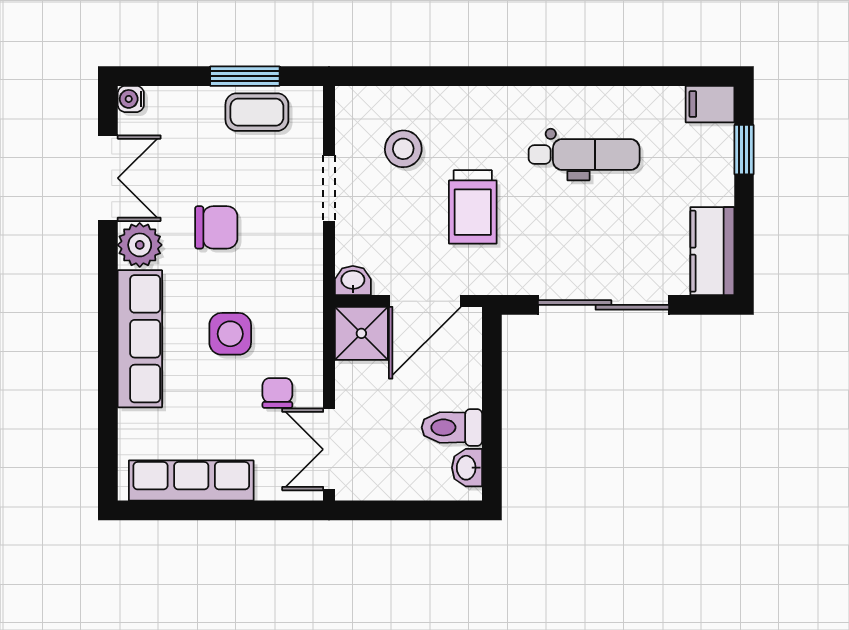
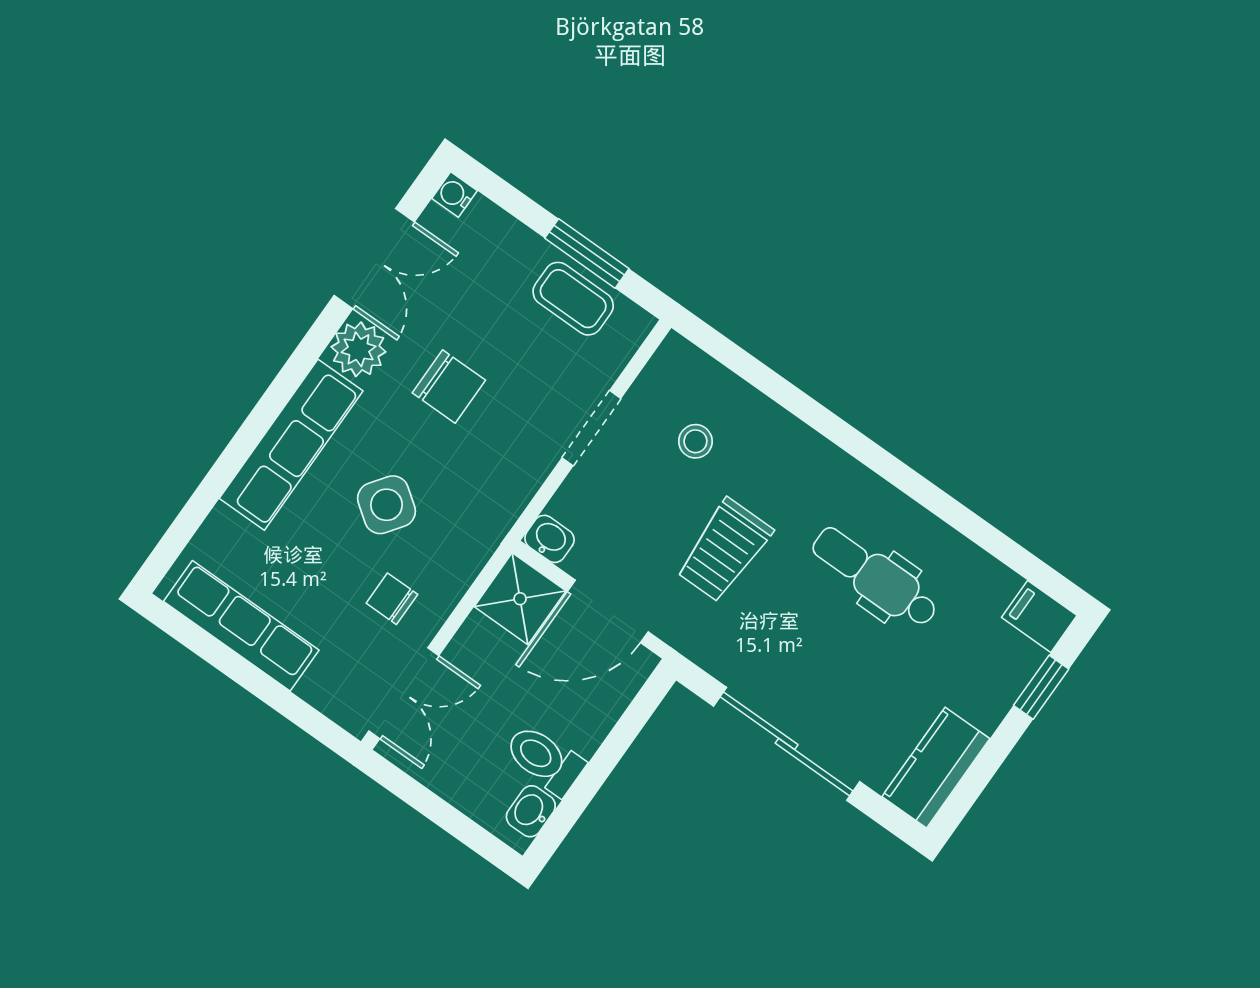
stool: (403, 149) -> (695, 441), width x0.73, depth x0.73
dental chair: (584, 154) -> (875, 577), turned 180
side table: (230, 334) -> (387, 505), turned 36
chair: (277, 393) -> (392, 599), turned -90
double door: (329, 449) -> (404, 693), swing flipped

